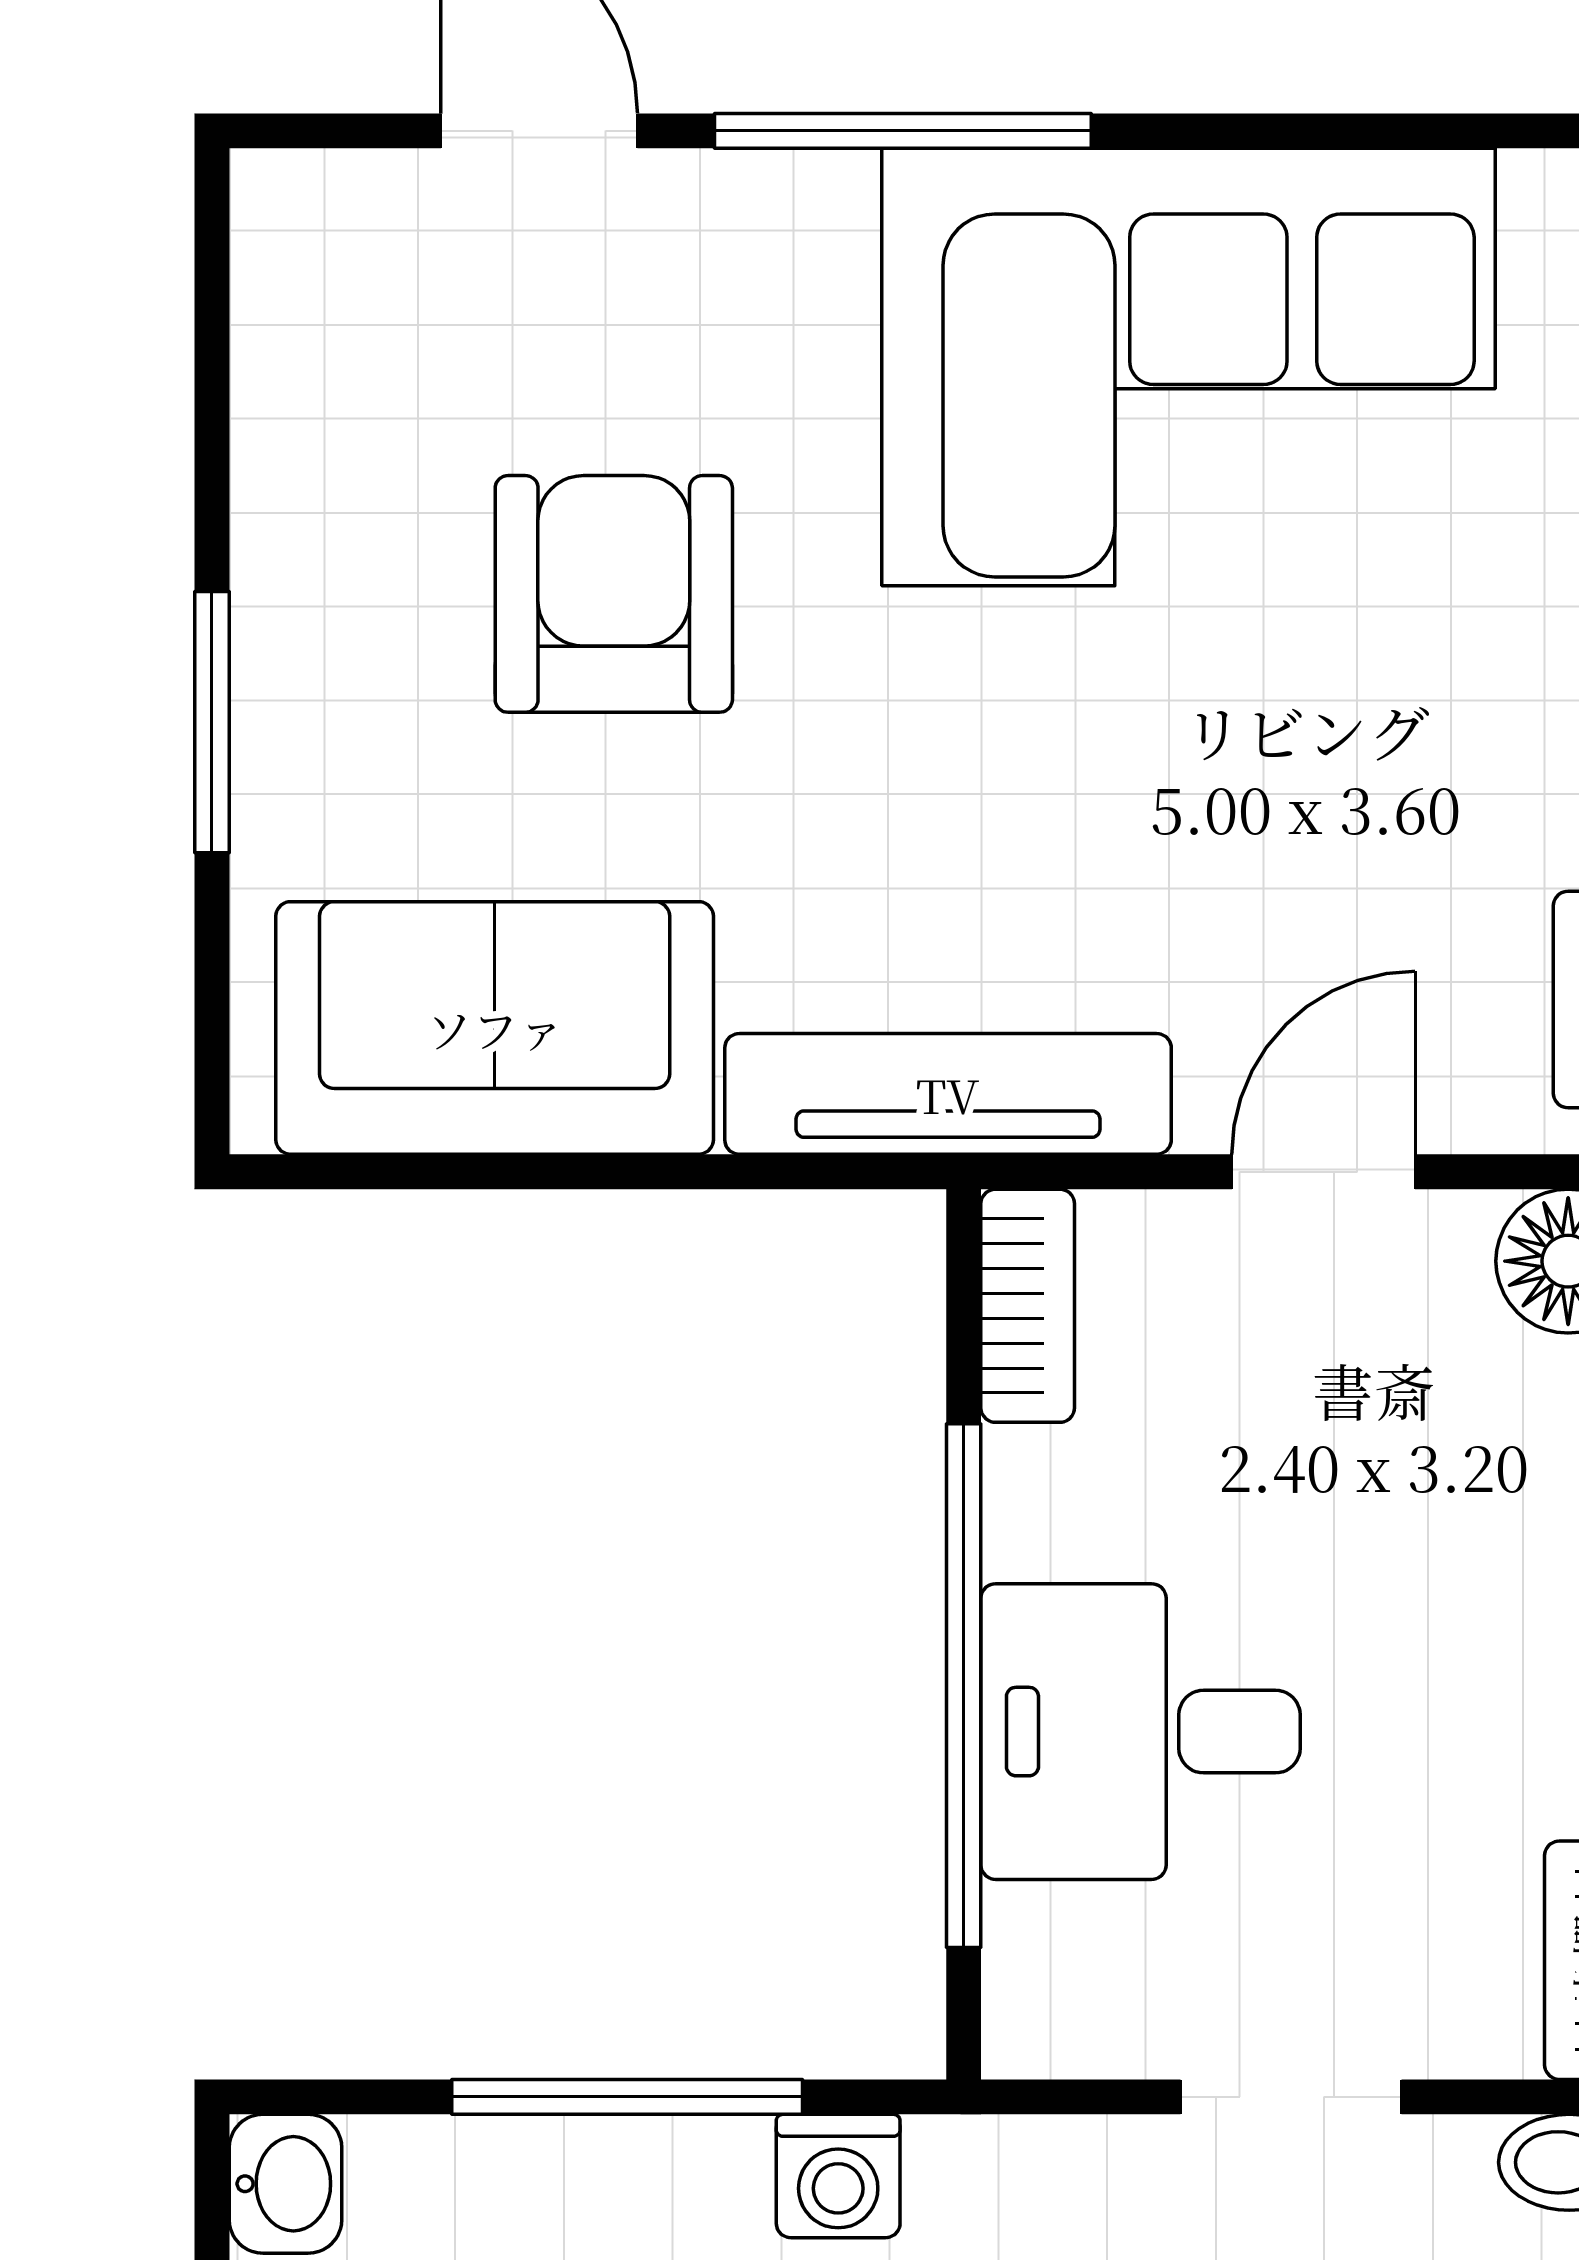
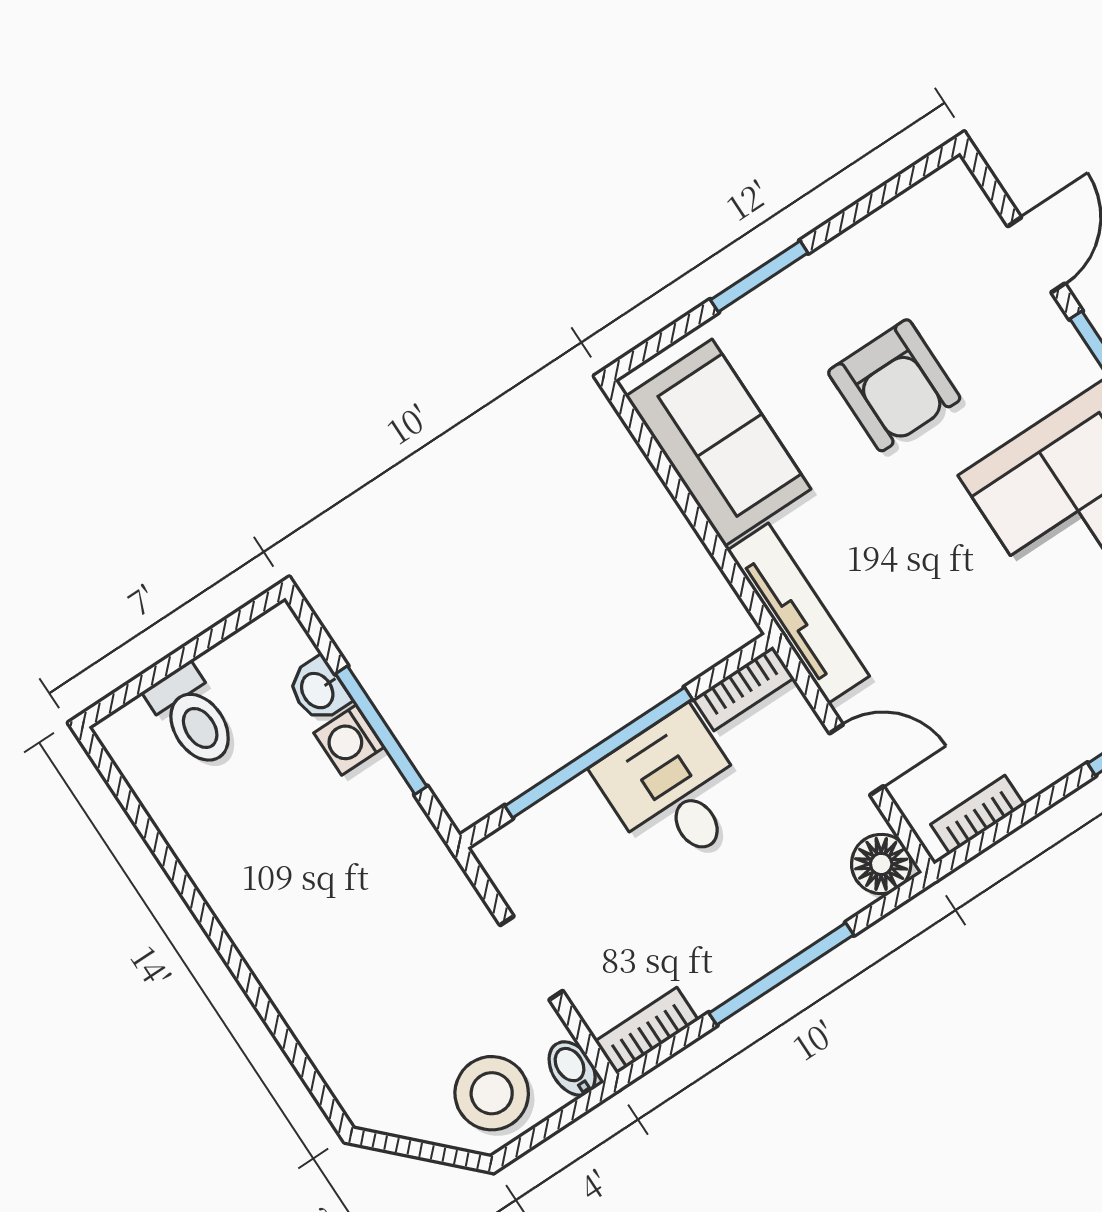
armchair: (614, 594) -> (894, 385), turned 90
desk: (1141, 1732) -> (674, 790), moved
washing machine: (838, 2176) -> (349, 740), moved
washbasin: (285, 2184) -> (318, 690), moved, turned 90

